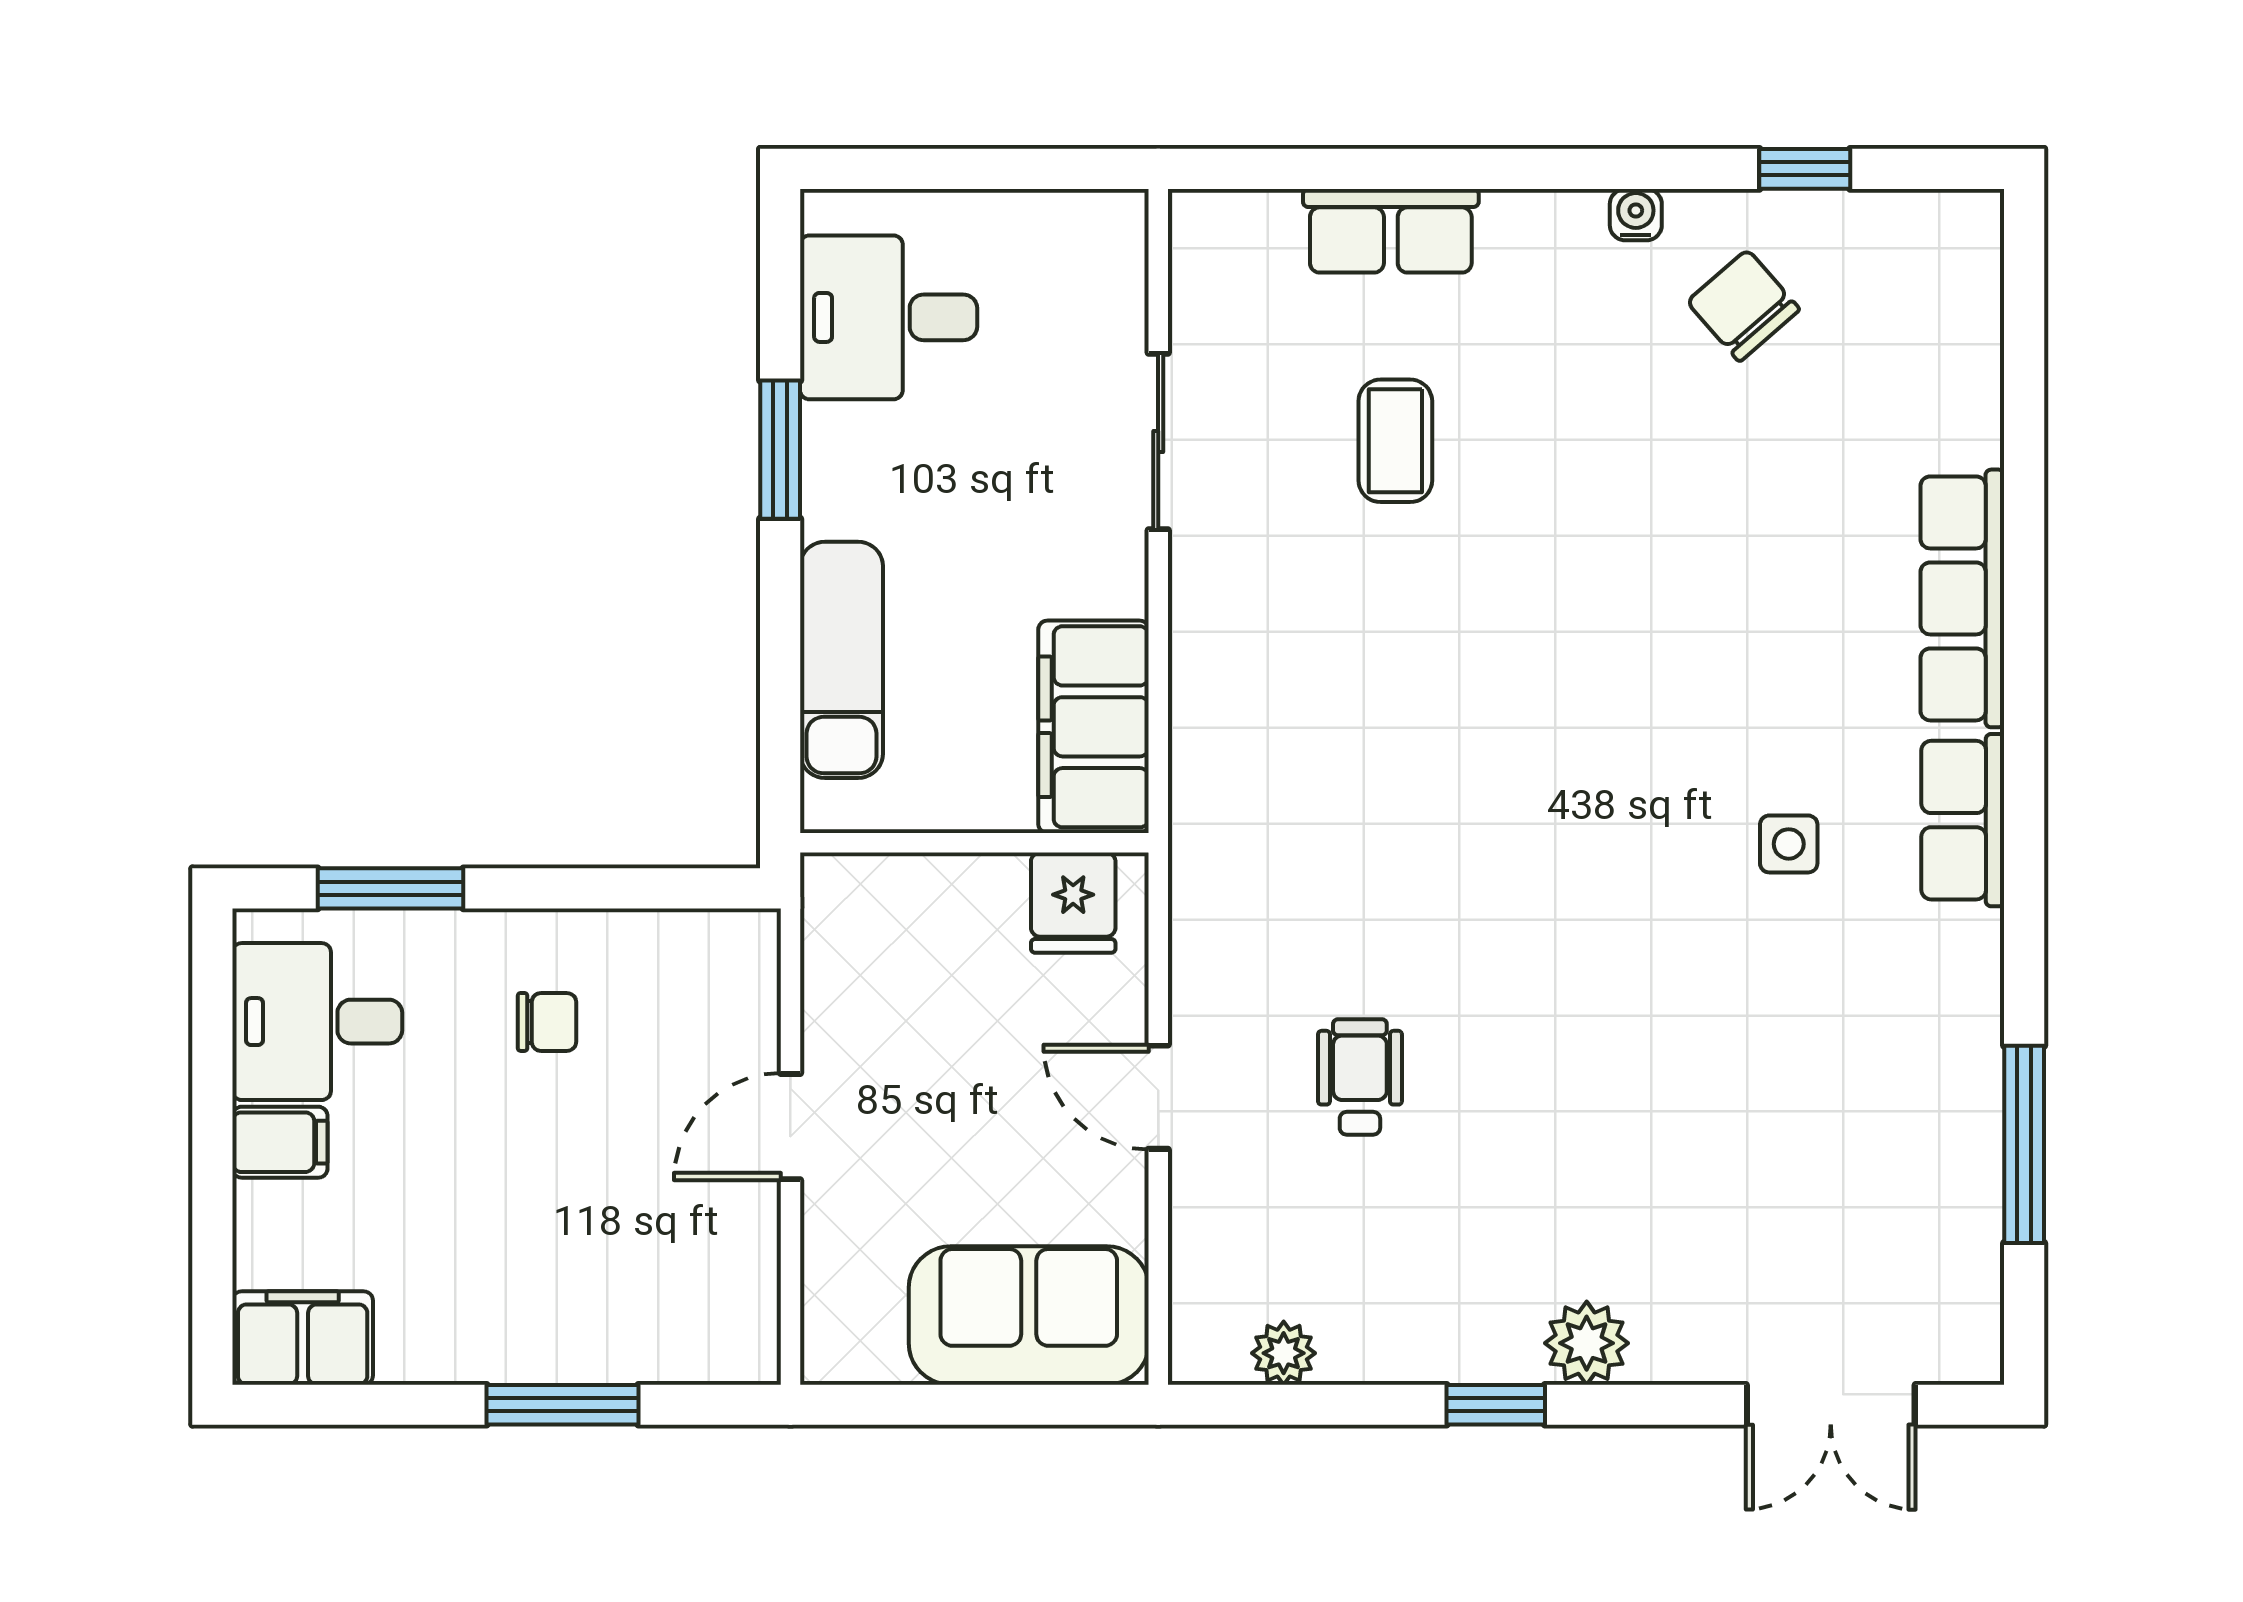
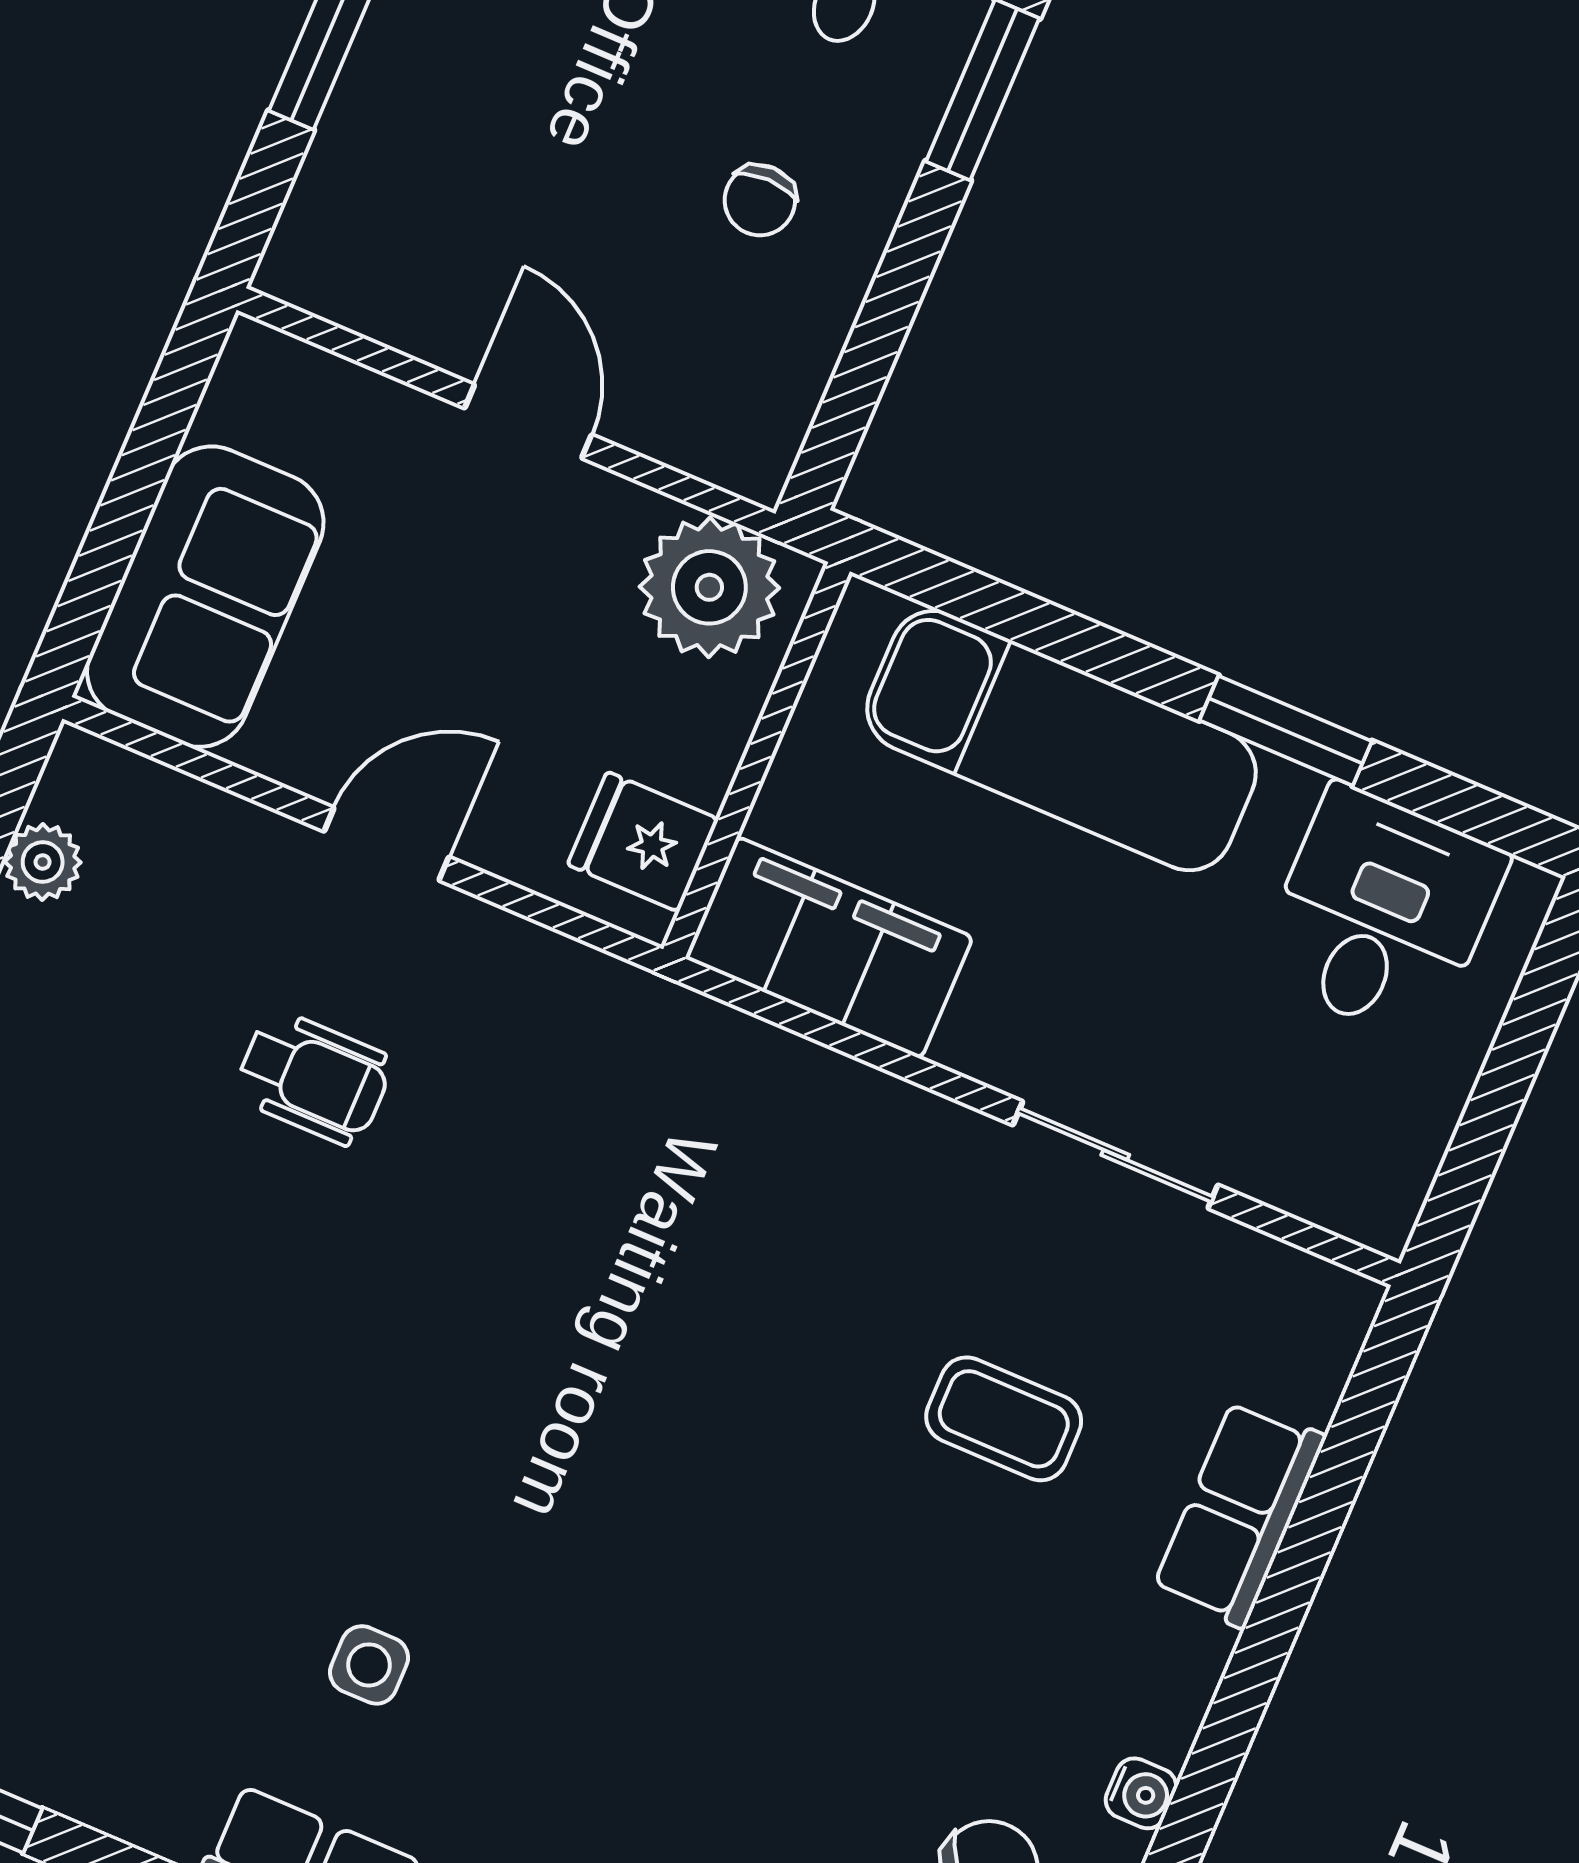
exam couch: (841, 660) -> (1061, 741), width x1.36, depth x1.45
plant: (858, 935) -> (709, 587), added

